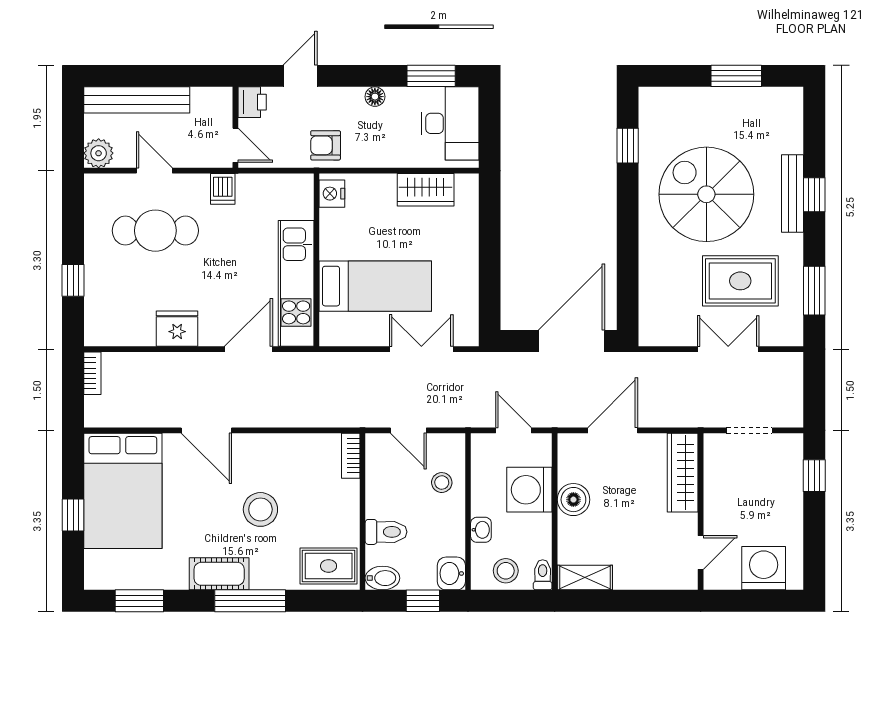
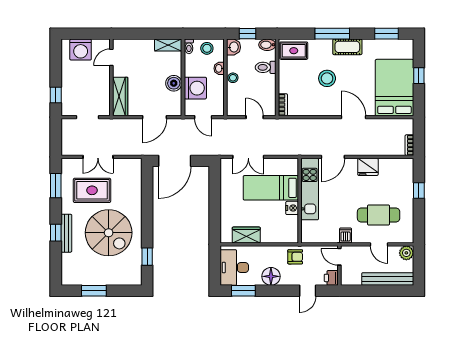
floor lamp: (375, 97) -> (271, 276), width x1.89, depth x1.89
nightstand: (332, 194) -> (292, 208), moved
stool: (442, 483) -> (233, 78), moved

